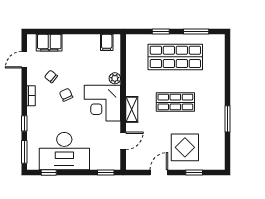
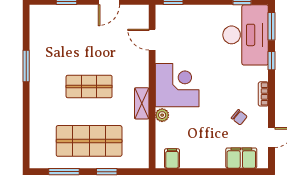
chair: (66, 95) -> (221, 95), removed
shelving: (132, 109) -> (142, 103), moved
door: (123, 141) -> (152, 40), hinge flipped
display table: (185, 147) -> (78, 32), removed
desk: (64, 151) -> (246, 35), moved, turned 90

